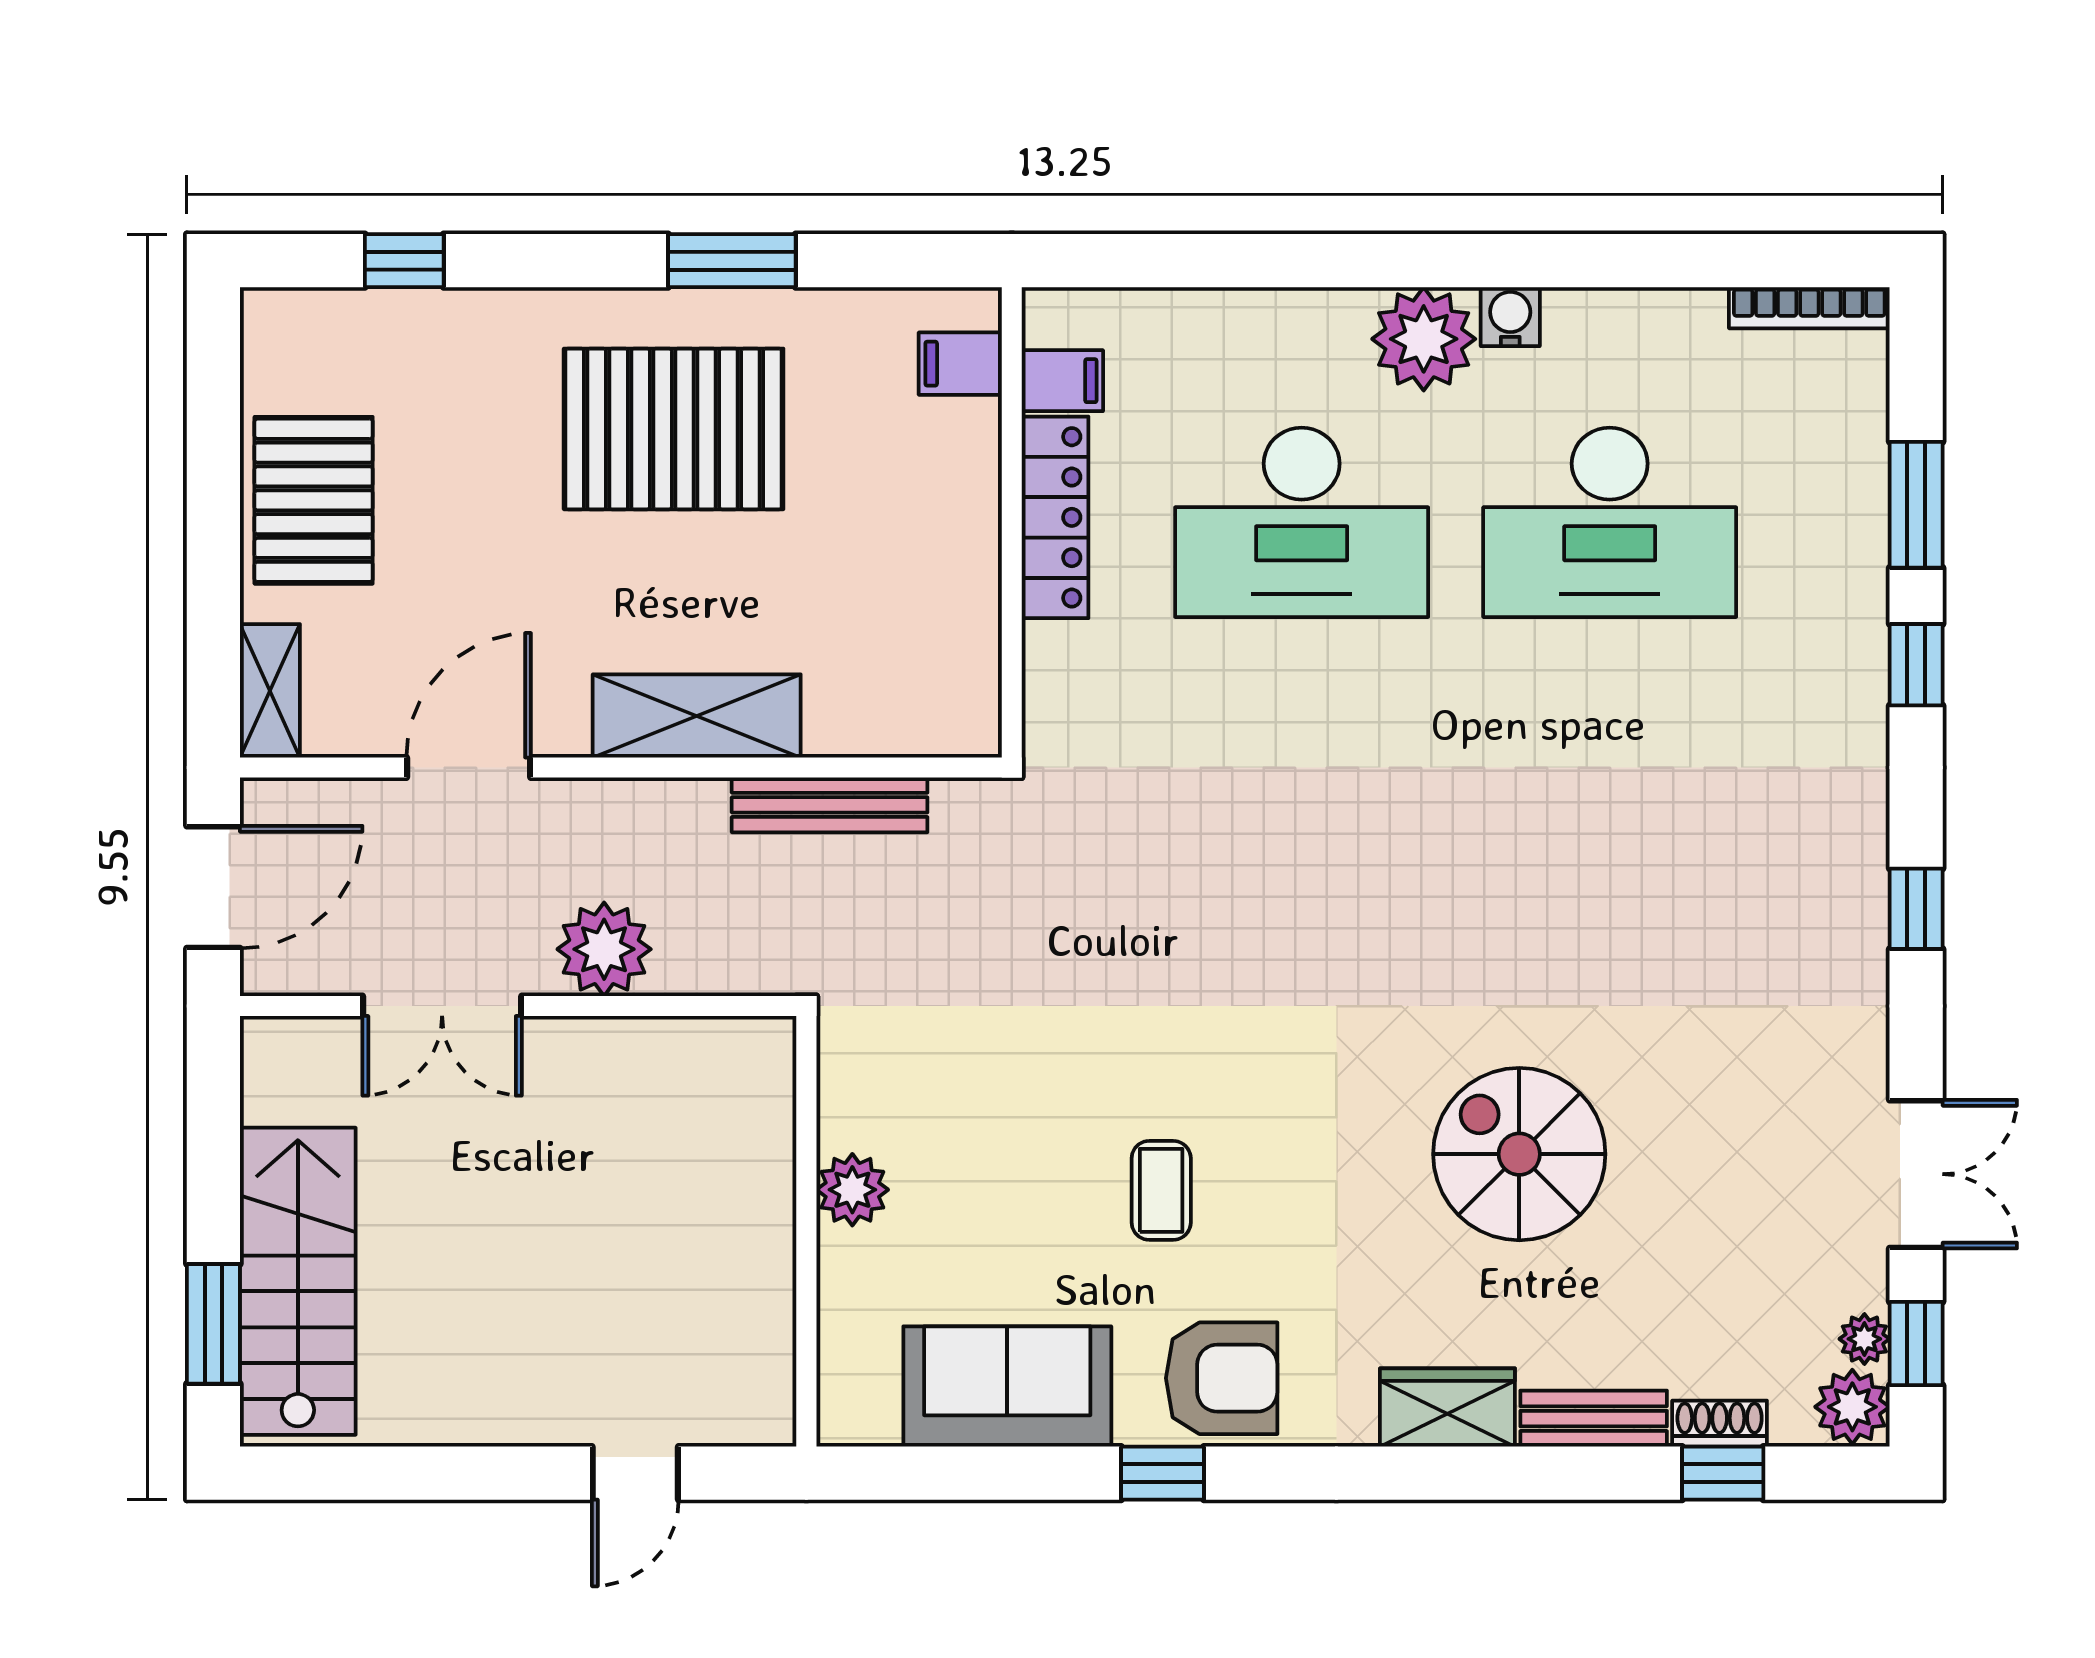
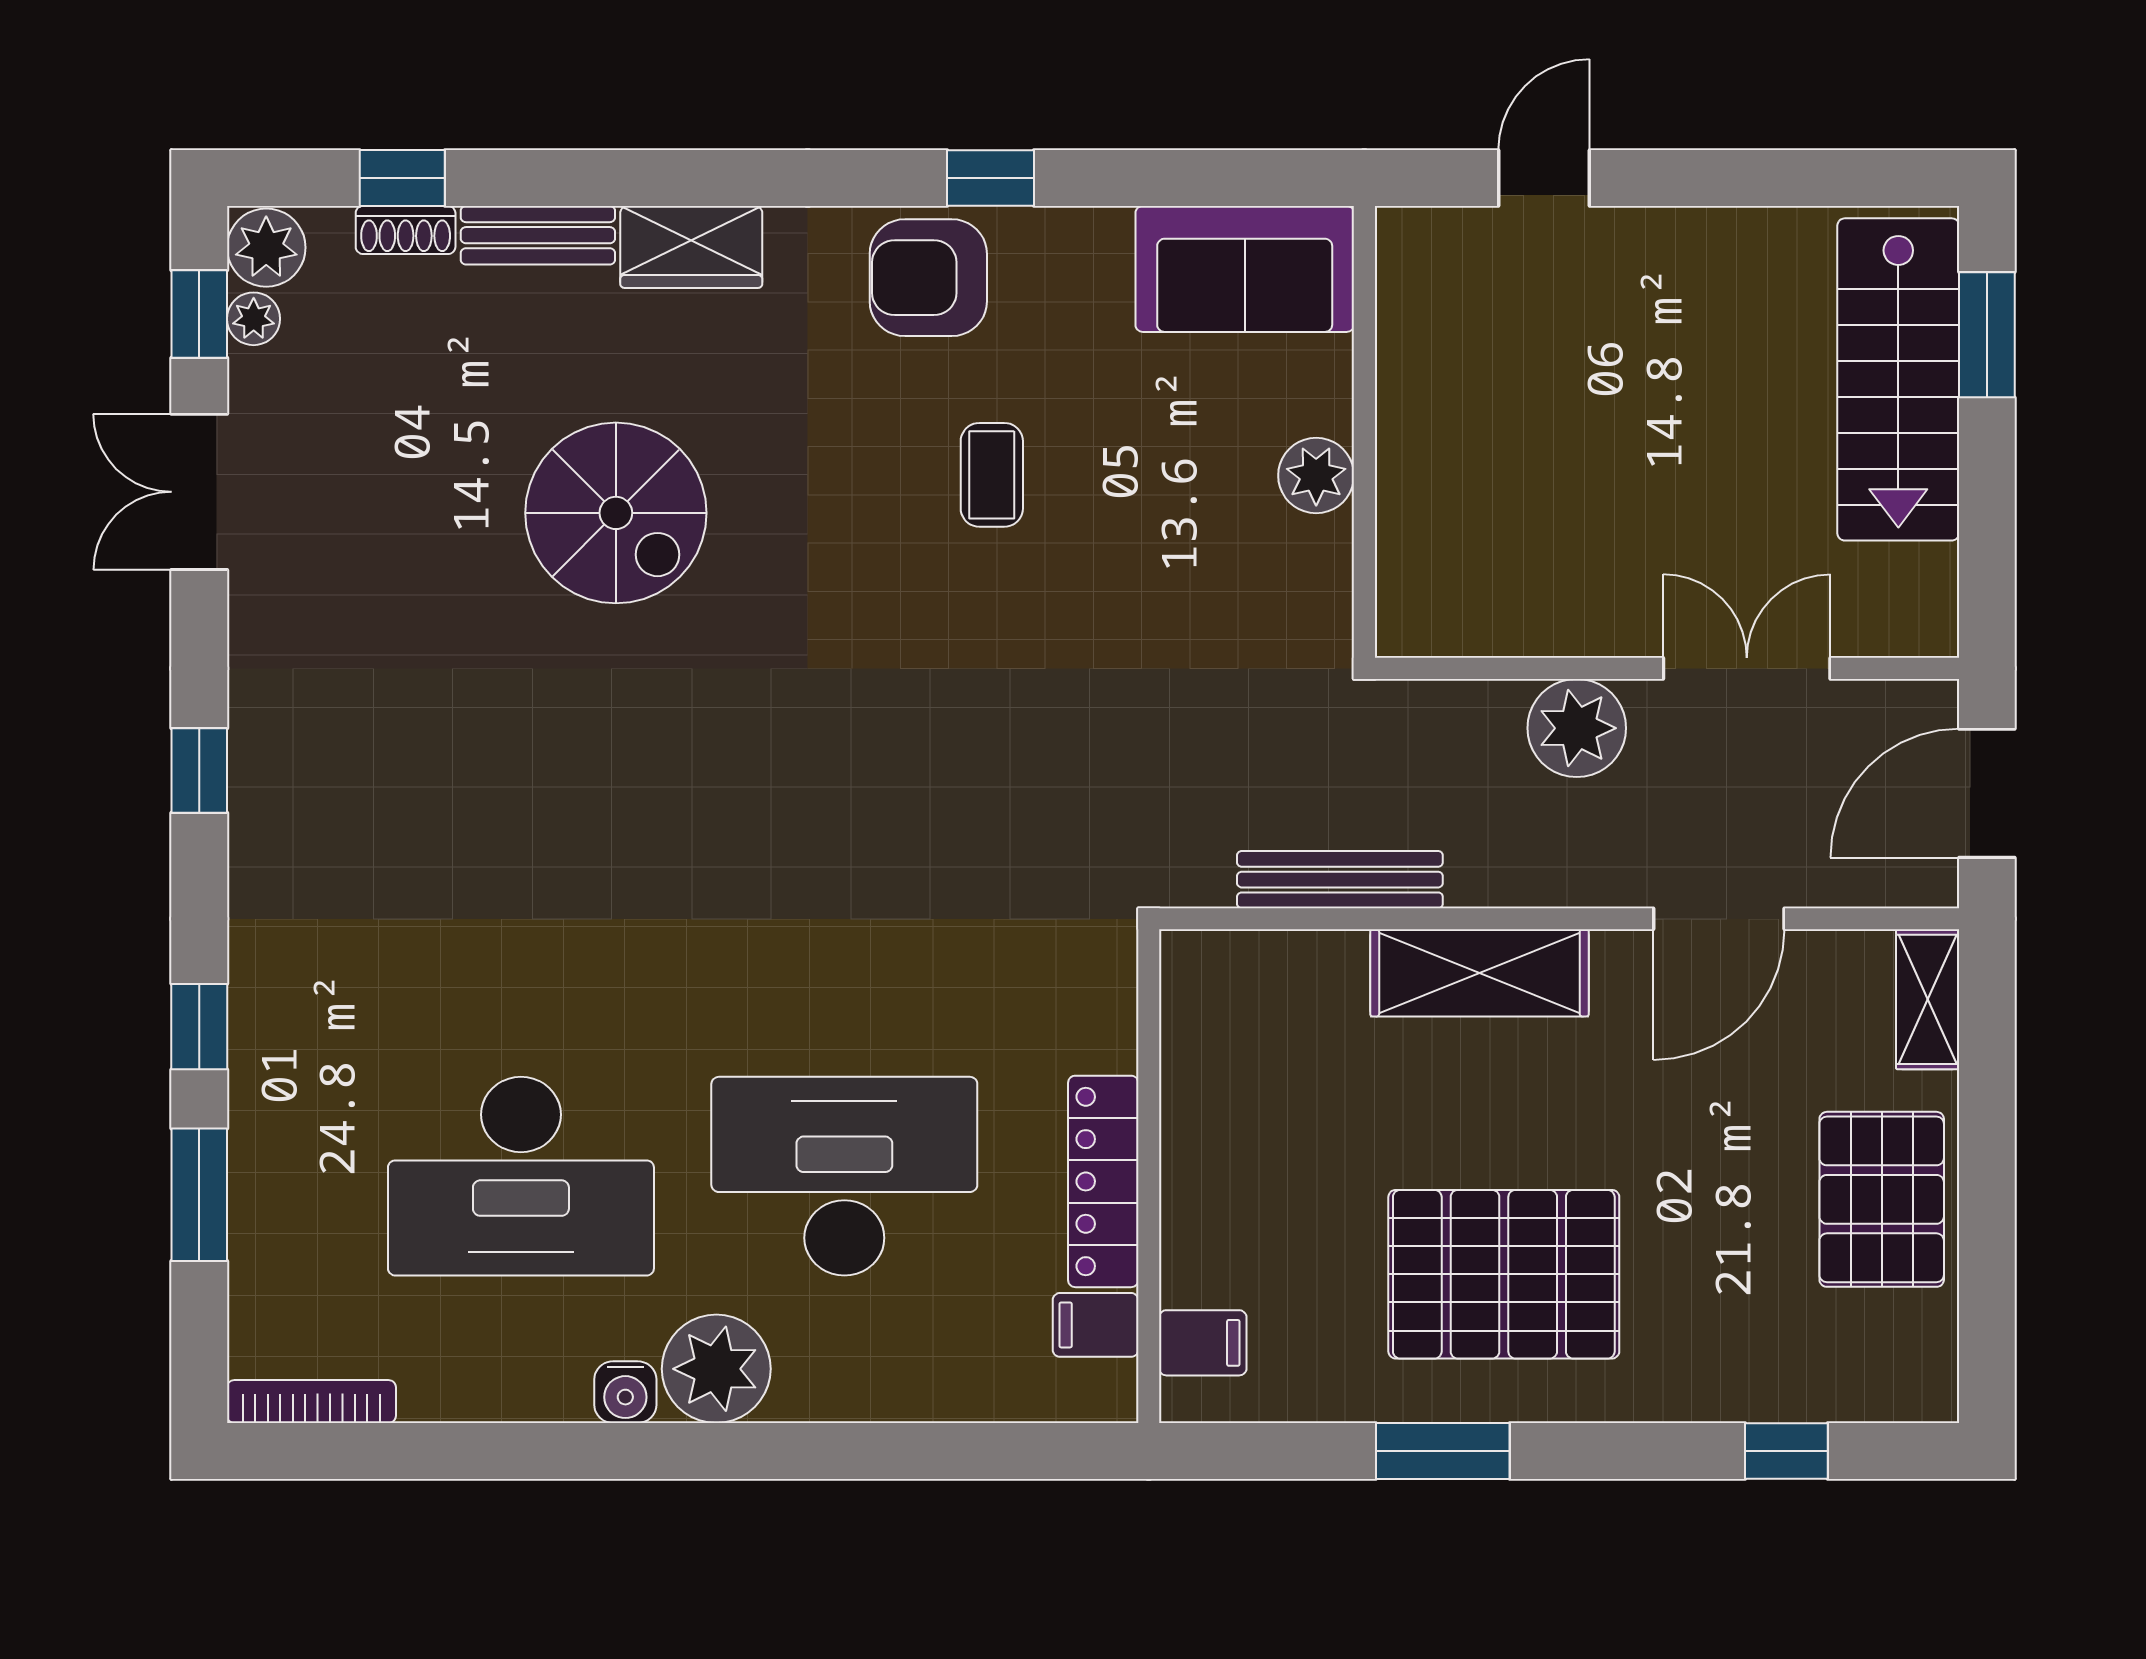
desk: (1610, 522) -> (521, 1176), turned 180
sofa: (1007, 1386) -> (1245, 269), moved

